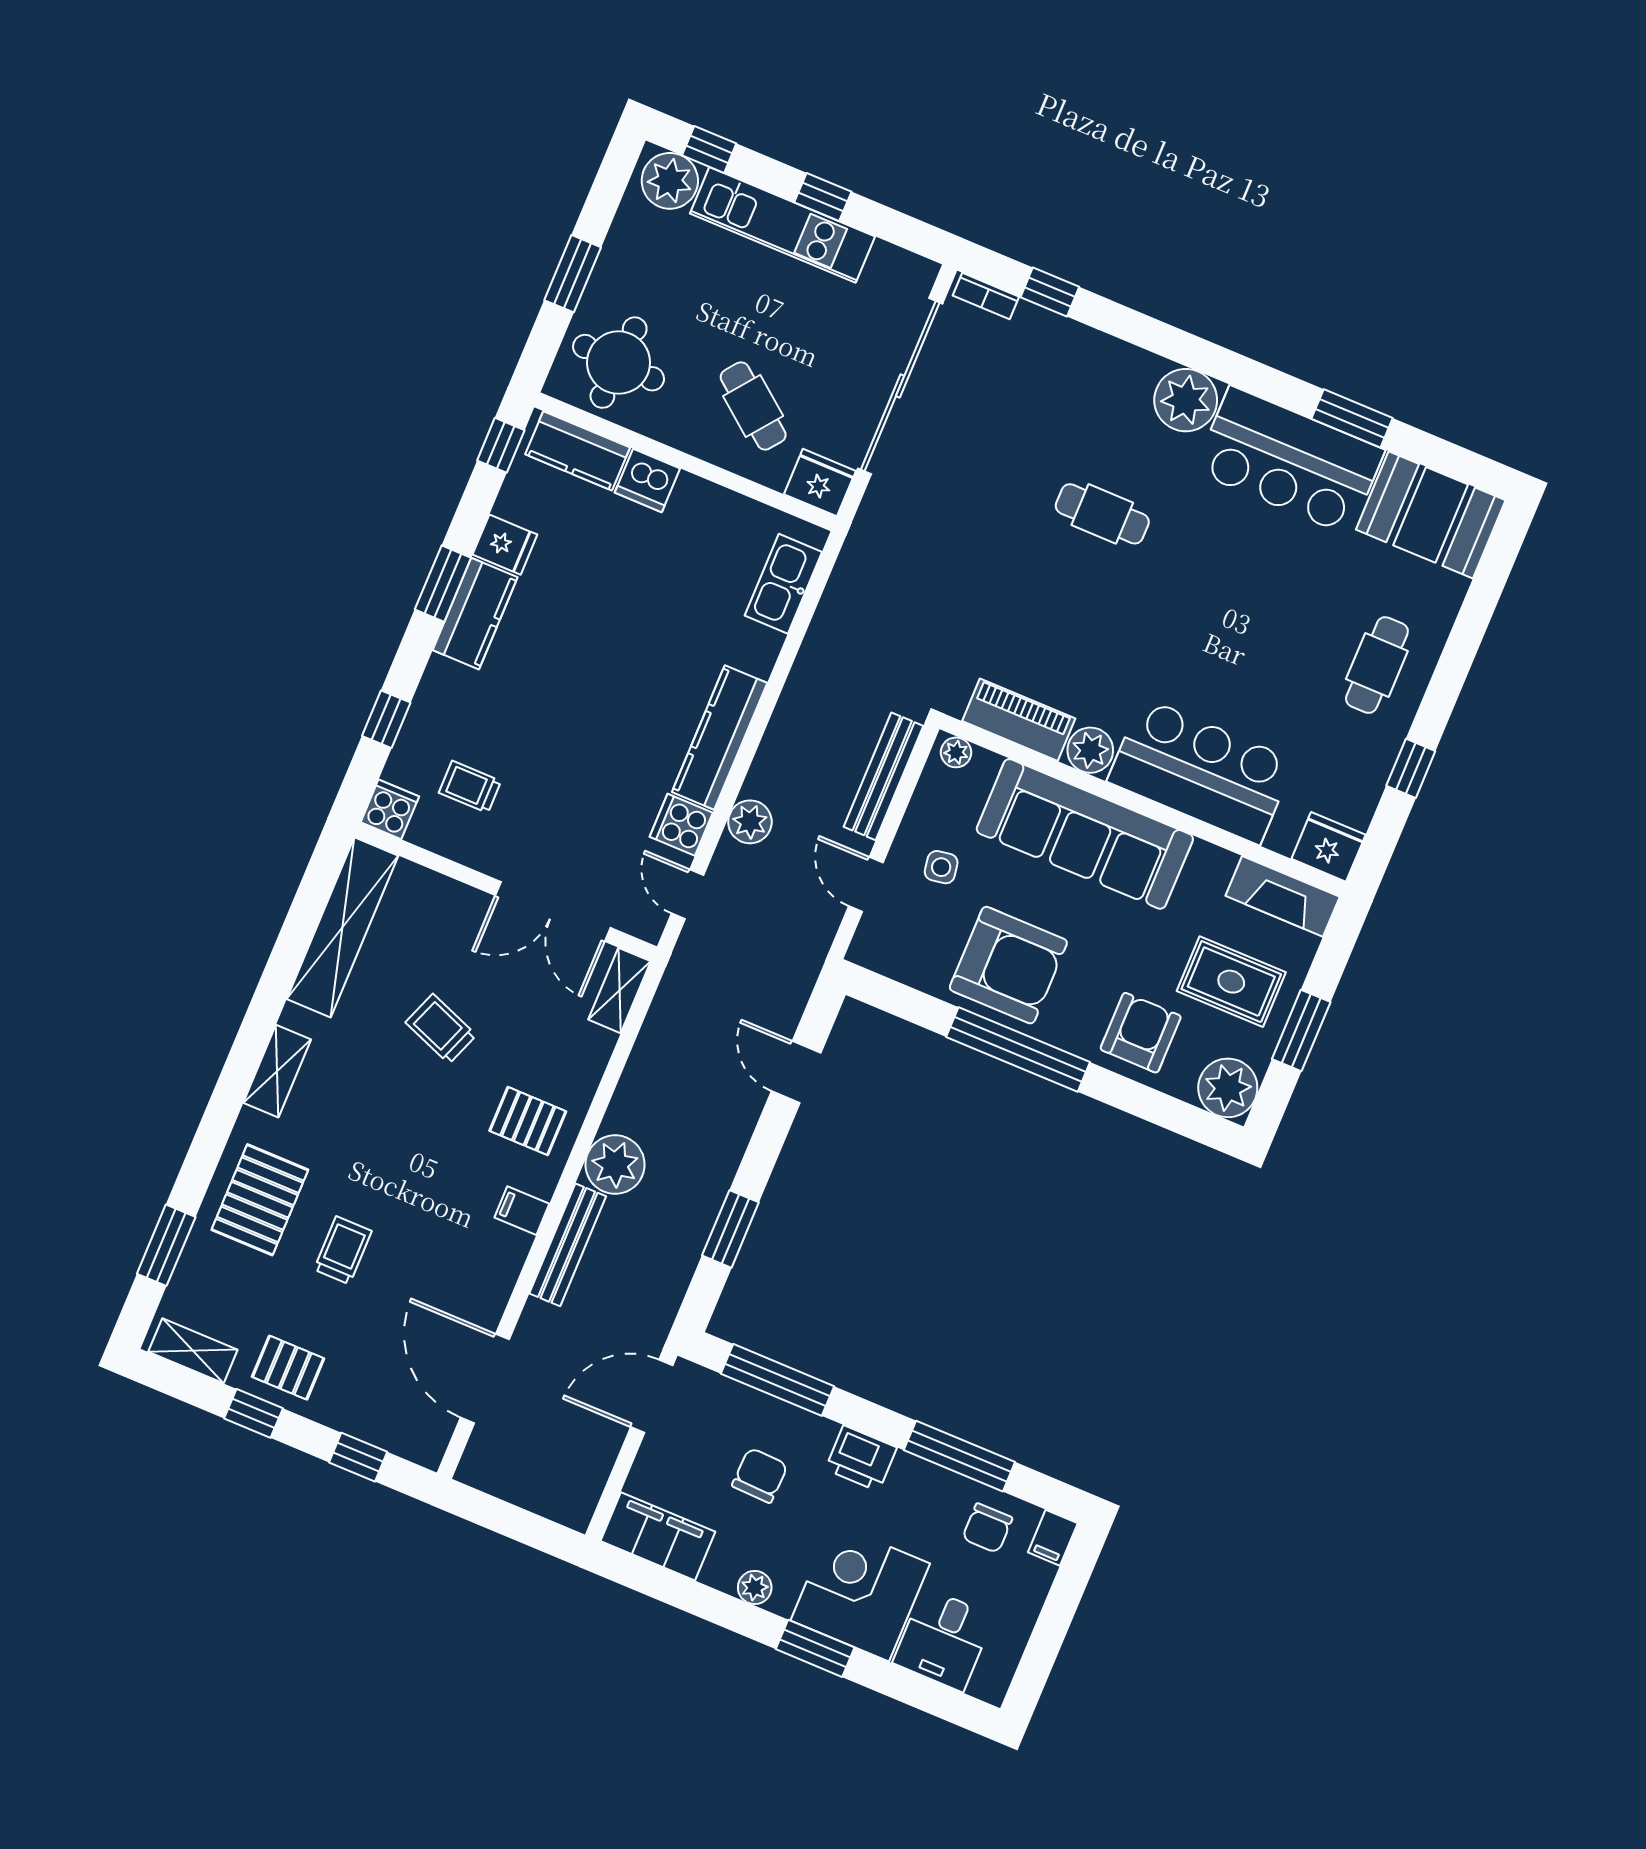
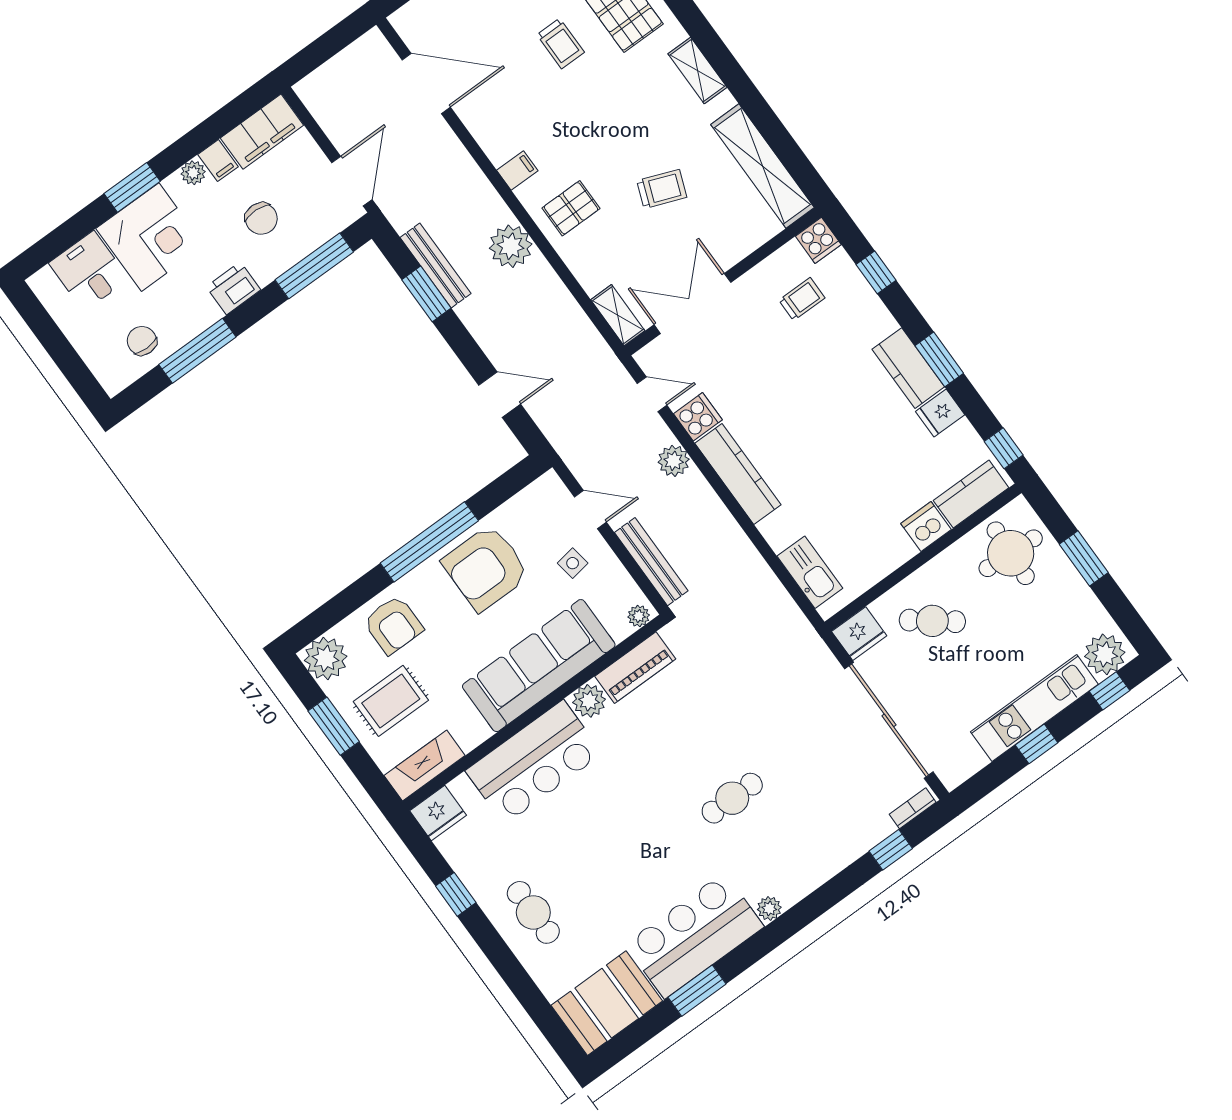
plant: (1186, 400) -> (769, 908), width x0.53, depth x0.53
bench: (568, 1245) -> (436, 265), moved
filing cabinet: (1053, 1538) -> (218, 161), moved, turned 180

